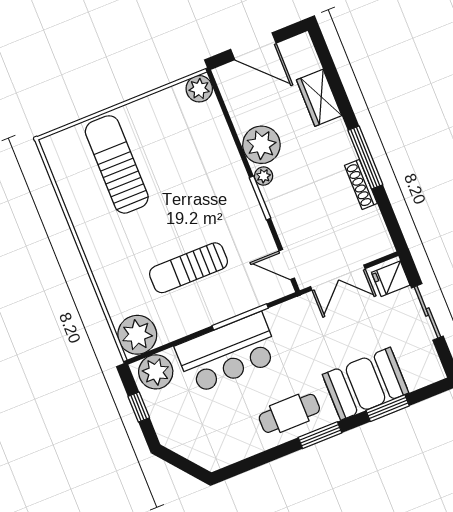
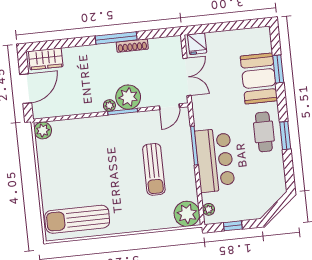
wardrobe: (319, 98) -> (46, 59), moved
plant: (261, 145) -> (128, 97), moved
sun lounger: (117, 164) -> (77, 219), moved
sliding door: (427, 312) -> (225, 26), removed
plant: (156, 372) -> (209, 209), width x0.53, depth x0.53
window: (320, 435) -> (285, 136), moved

